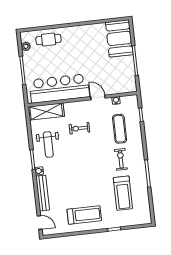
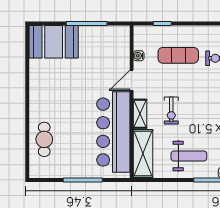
plant: (26, 46) -> (50, 172), removed
shelving: (75, 106) -> (140, 114), added

